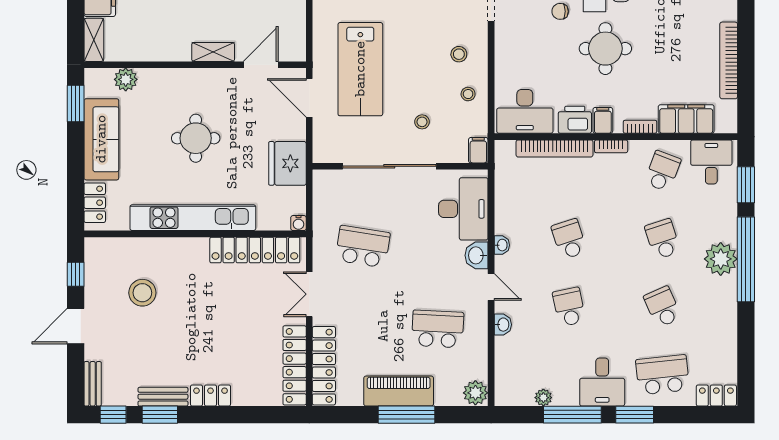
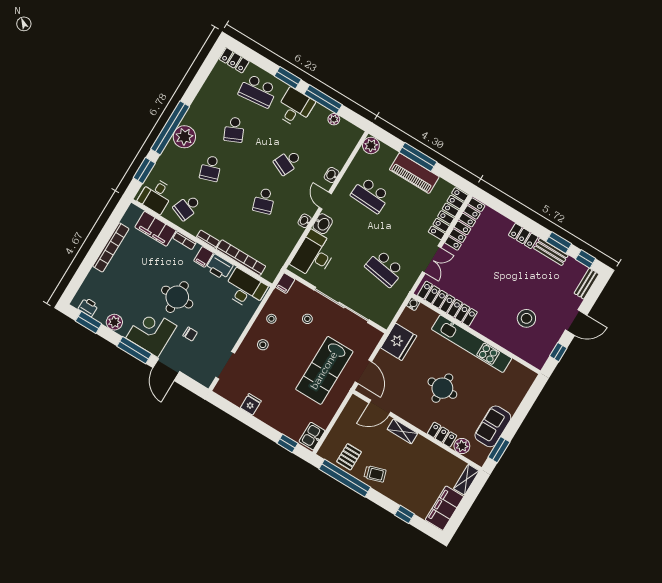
lab bench: (360, 69) -> (324, 370), turned 180
sofa: (101, 139) -> (493, 426), width x0.73
locker: (95, 203) -> (442, 435), moved, turned 90
school desk: (569, 307) -> (288, 162), turned 36

